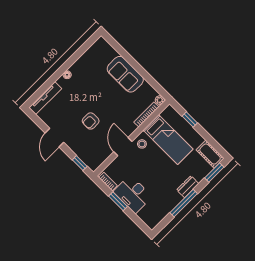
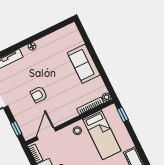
window: (190, 120) -> (123, 114), moved
door: (123, 147) -> (46, 134), moved

